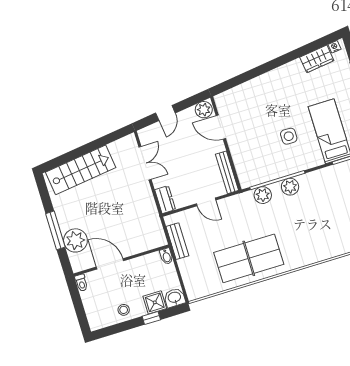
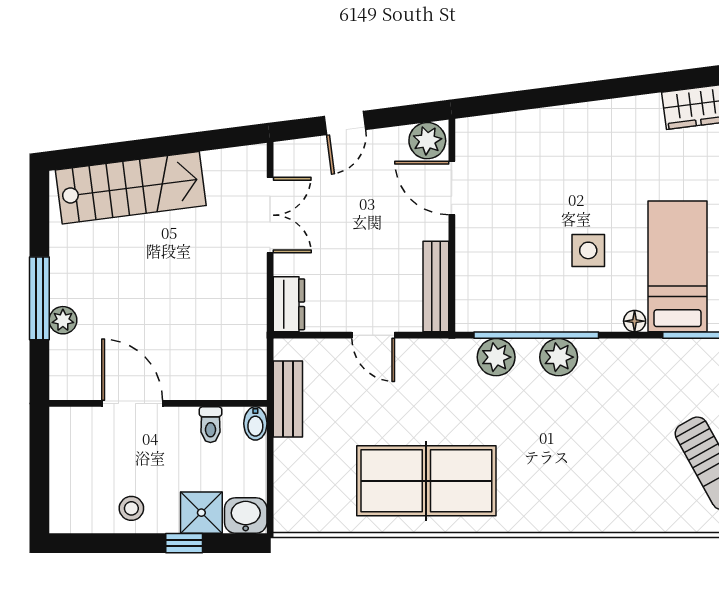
floor lamp: (318, 161) -> (635, 321), added
plant: (75, 240) -> (63, 320), width x0.53, depth x0.53
toilet: (81, 283) -> (210, 425), moved

